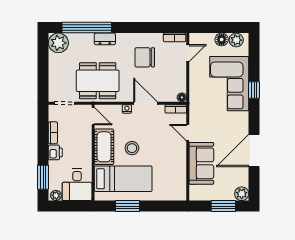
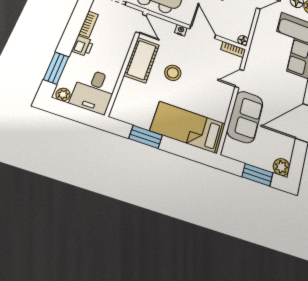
door: (188, 133) -> (239, 79), hinge flipped
bed: (123, 179) -> (188, 127), moved, turned 180

